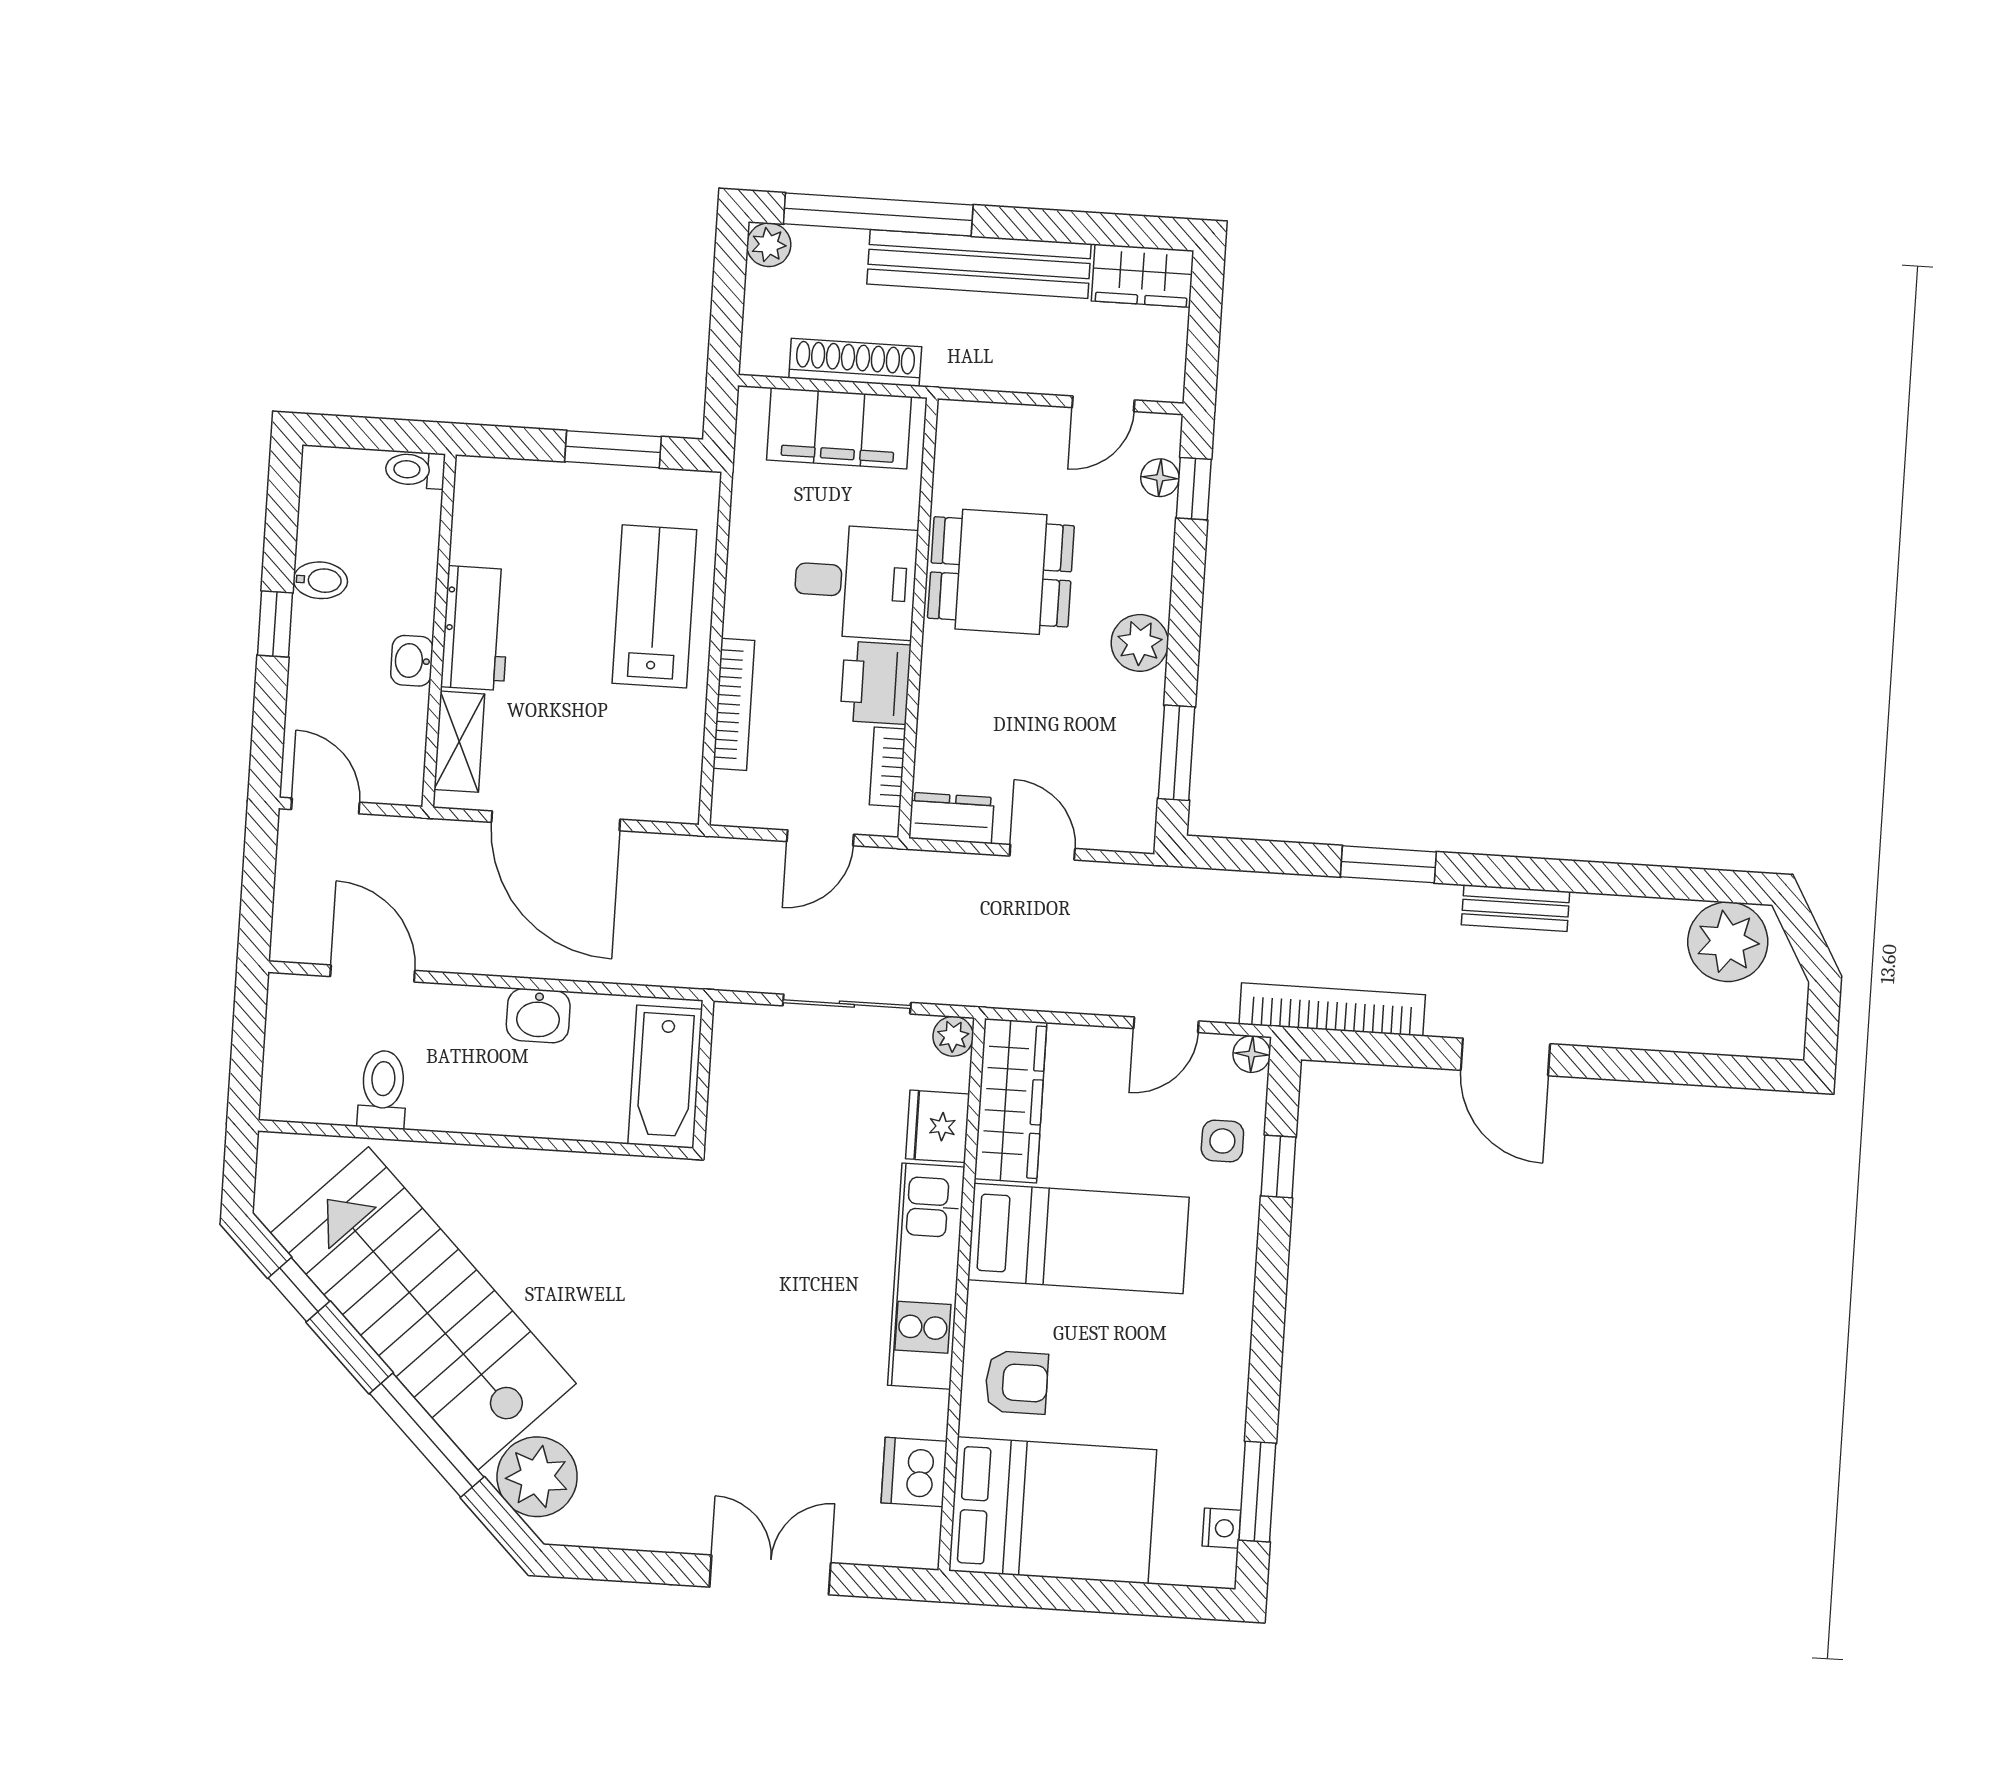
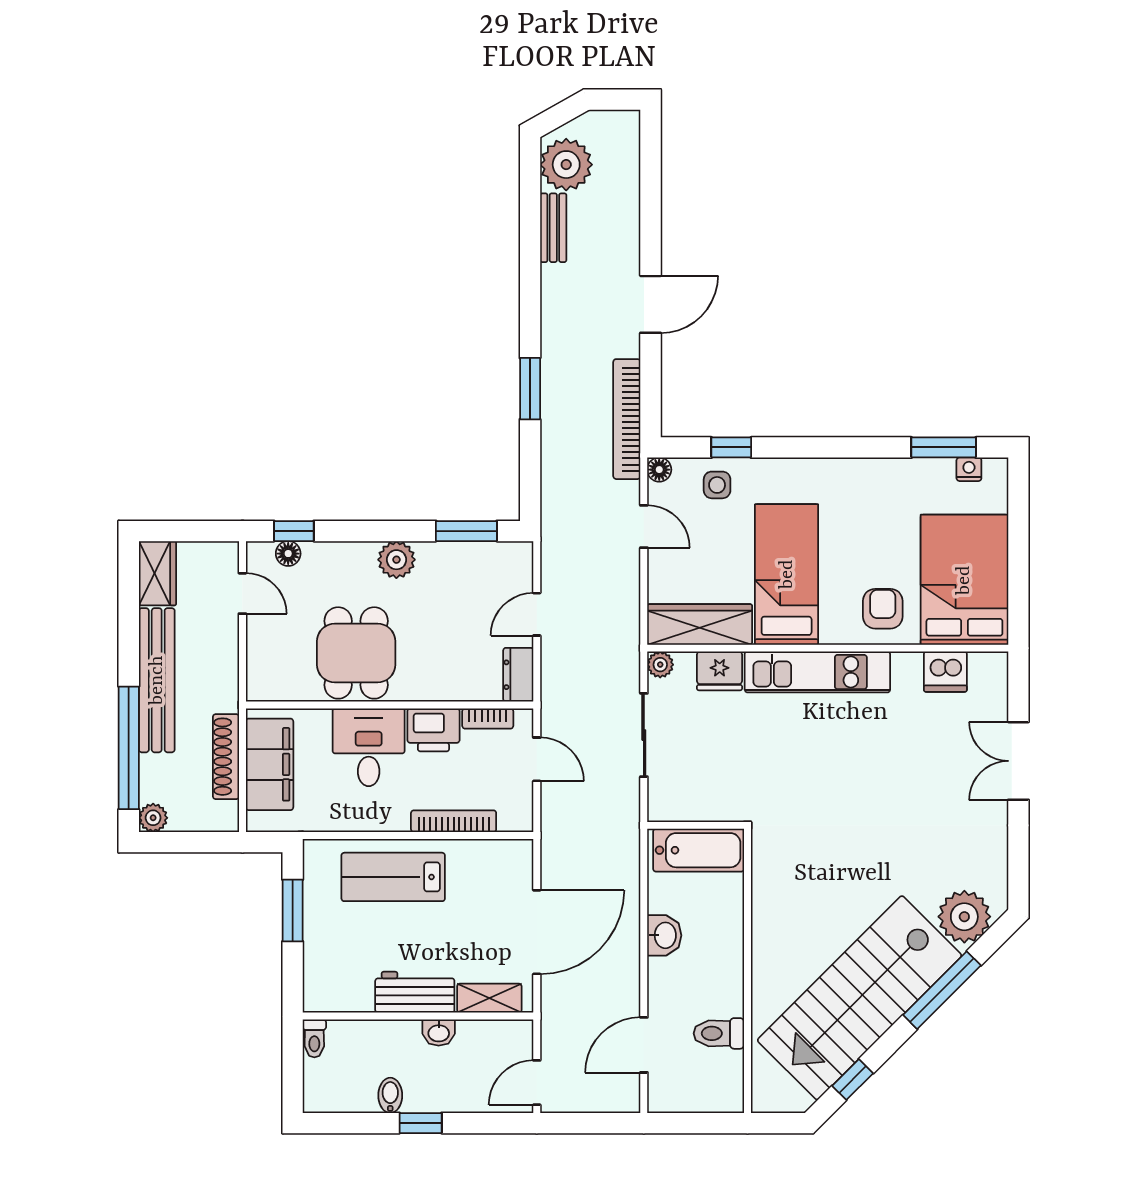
bench: (1515, 908) -> (553, 228), moved

